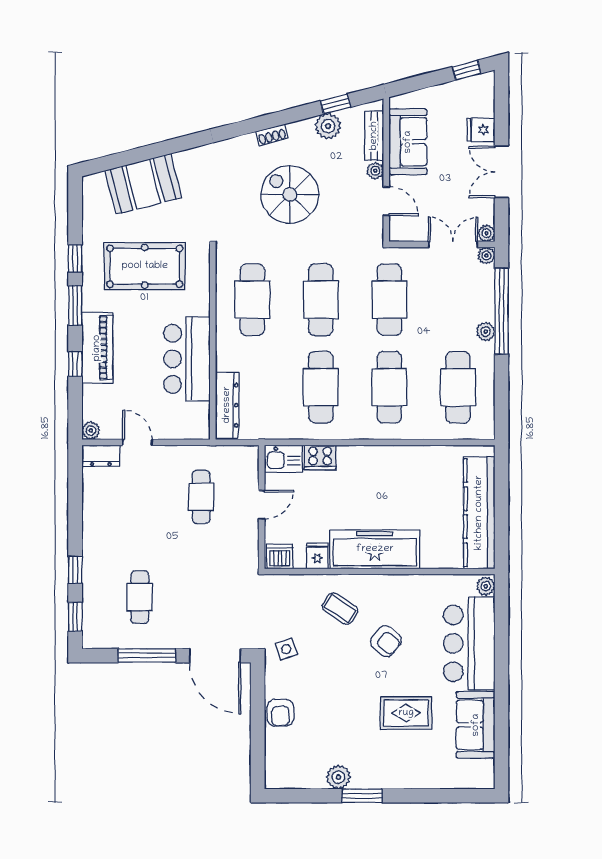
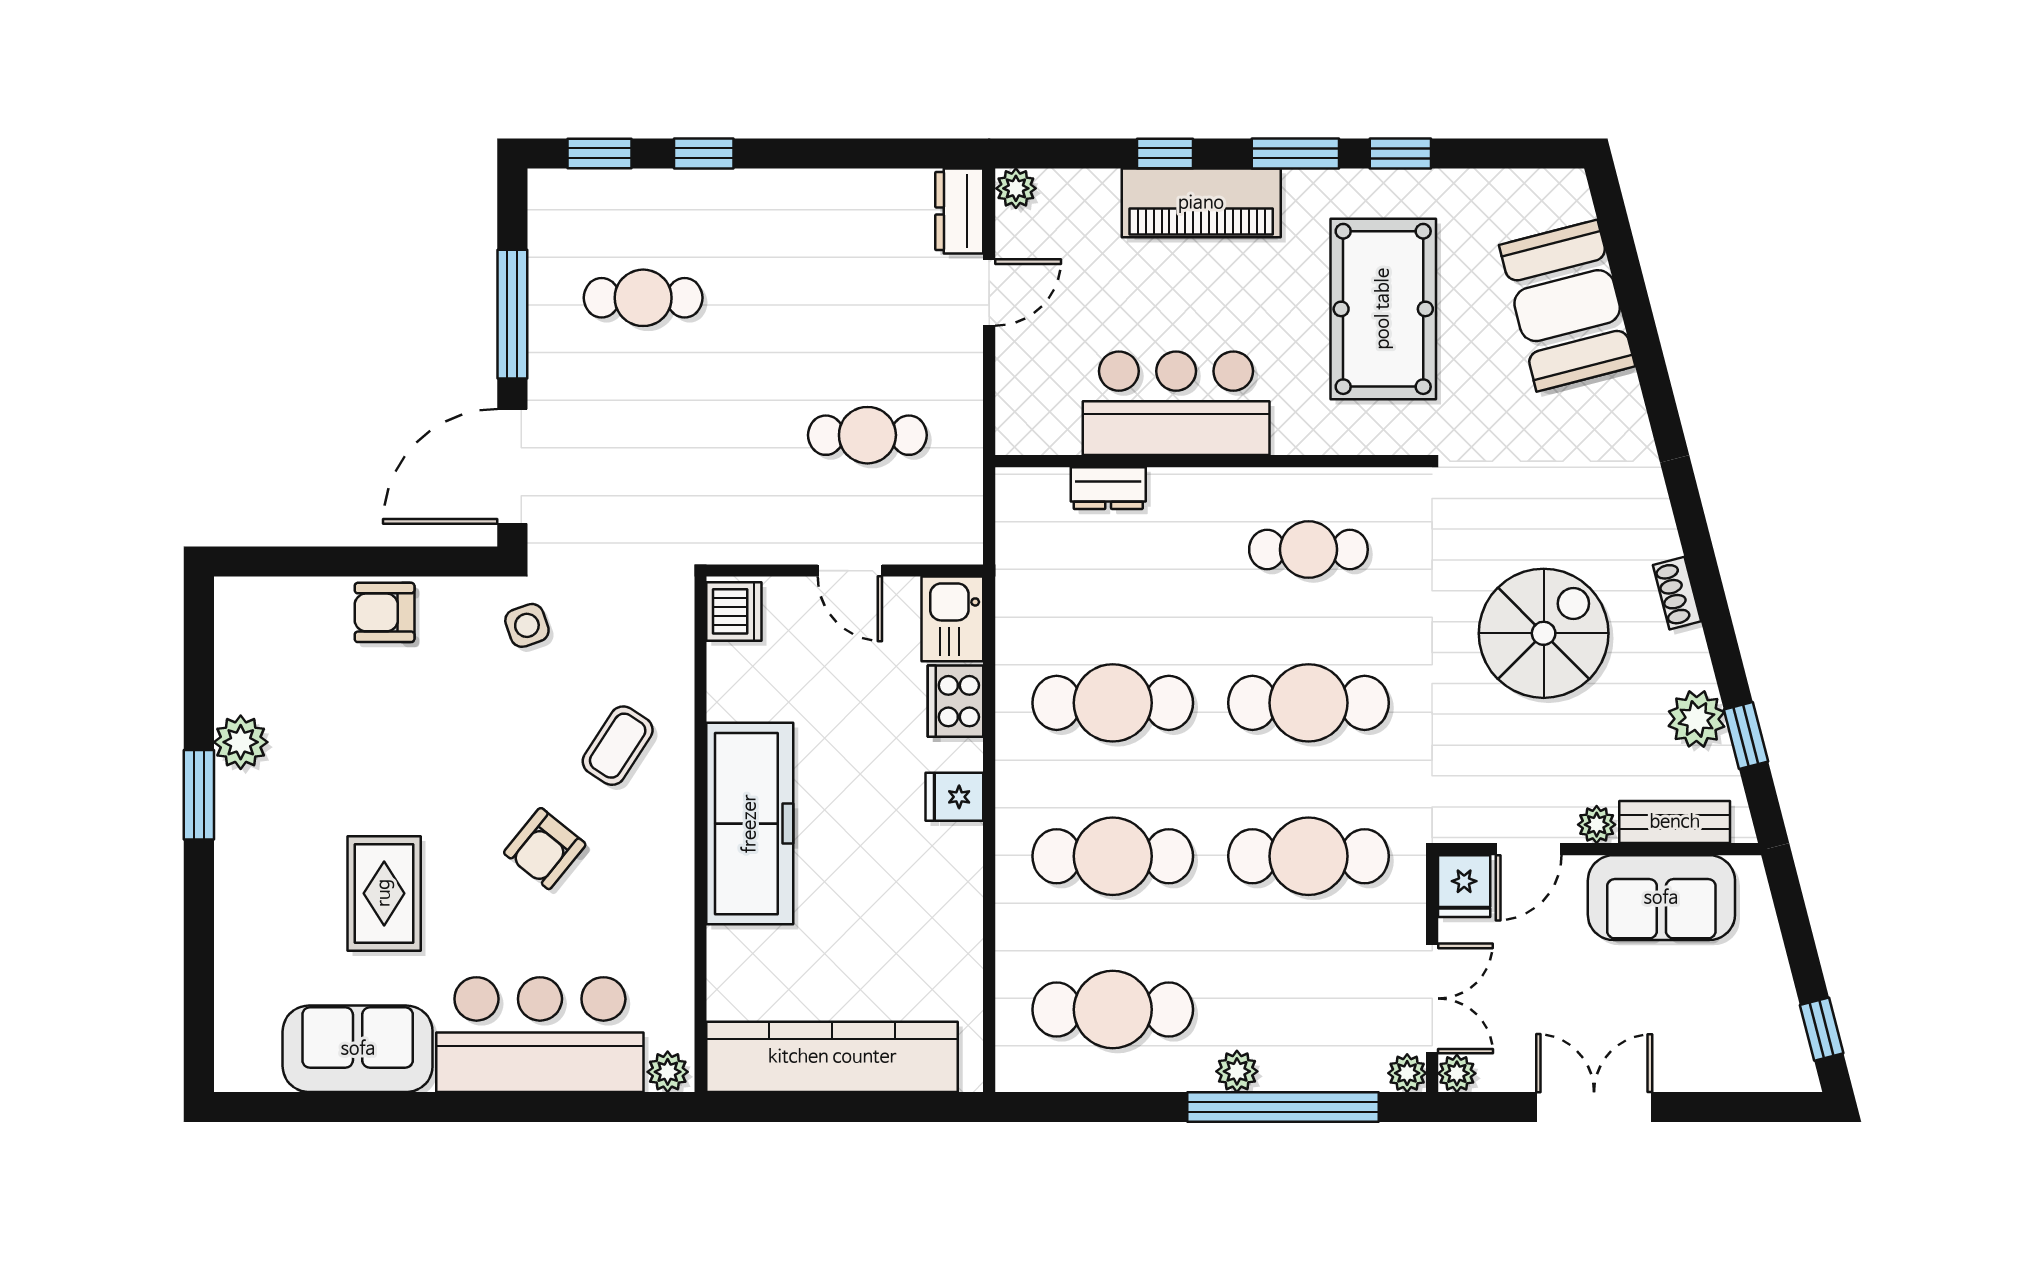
fridge: (481, 130) -> (1464, 886), moved, turned 180
cafe table: (252, 300) -> (1308, 550), width x0.73, depth x0.74
dresser: (227, 405) -> (1108, 488), width x0.51, depth x0.80
fridge: (317, 556) -> (954, 797), moved, turned 180

